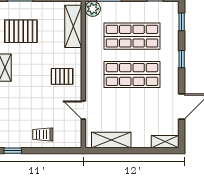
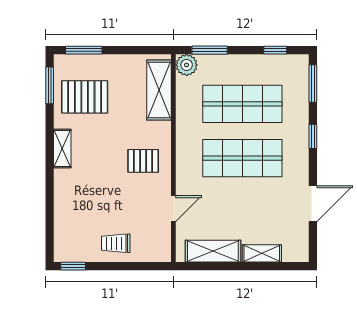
window: (182, 22) -> (313, 83), width x1.50
door: (83, 110) -> (173, 209), swing flipped
shelving: (165, 142) -> (262, 253), moved

